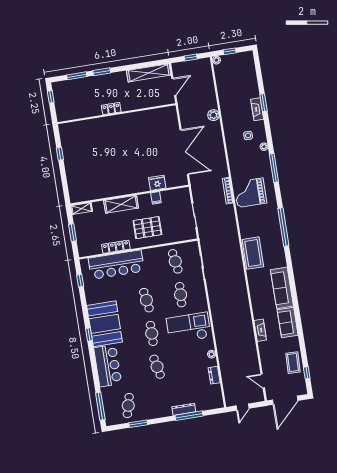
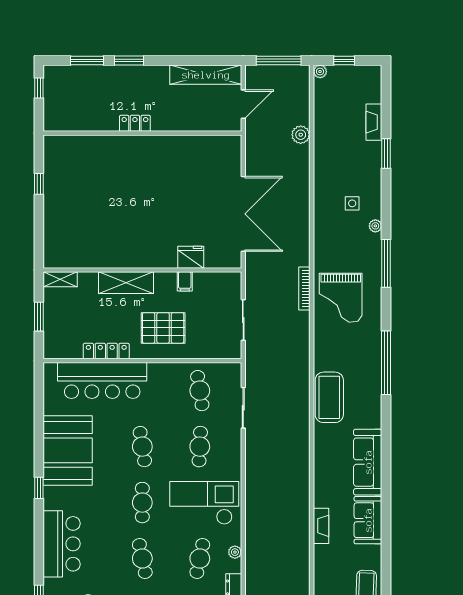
window: (191, 58) -> (279, 60), width x2.17
fireplace: (257, 109) -> (374, 122), moved
plant: (213, 115) -> (301, 135), moved
grand piano: (250, 193) -> (341, 298), turned -90
window: (80, 281) -> (39, 397), removed
booth: (105, 324) -> (68, 450), moved
cafe table: (191, 361) -> (200, 559), added

